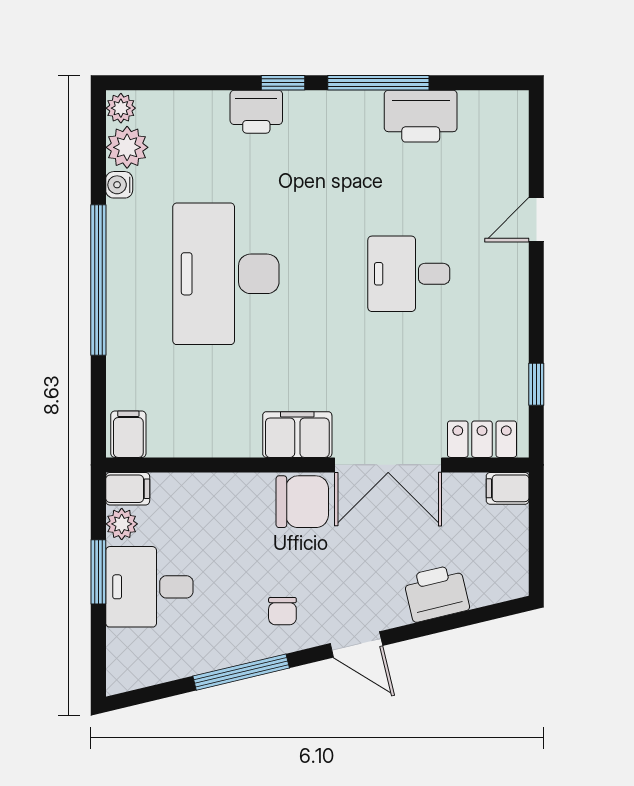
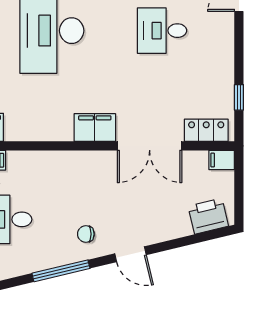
chair: (302, 502) -> (98, 168), removed
printer: (436, 593) -> (208, 216), moved
chair: (282, 611) -> (86, 234), turned 90

